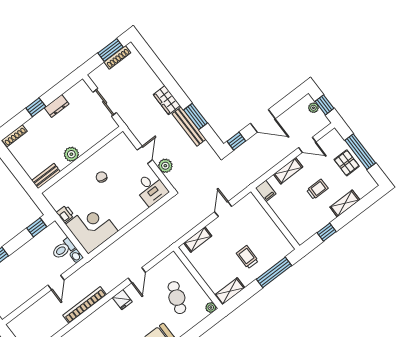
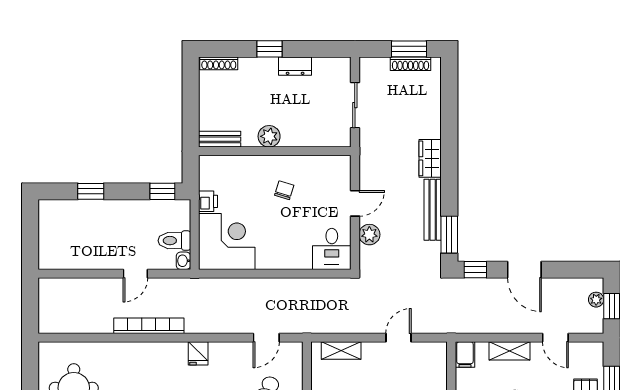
window: (195, 117) -> (449, 235), moved
door: (137, 275) -> (266, 338), moved

